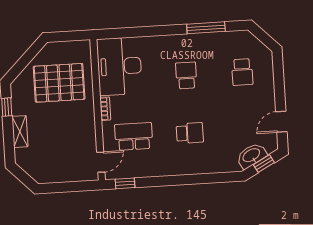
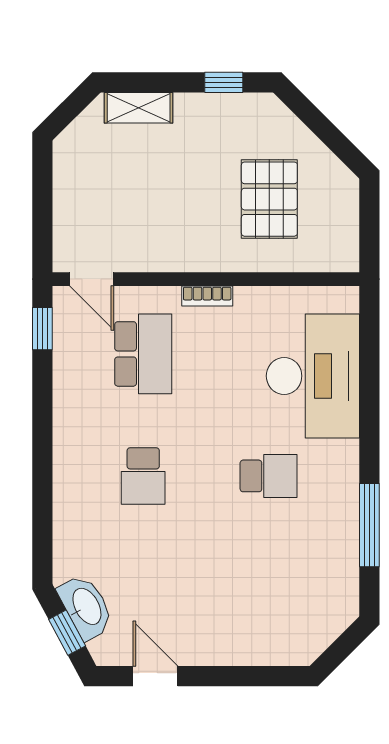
desk: (119, 66) -> (313, 376), moved, turned 90
school desk: (242, 72) -> (269, 598), removed
pallet: (59, 83) -> (269, 199), width x0.73, depth x0.71
shelving: (20, 132) -> (139, 108), moved

